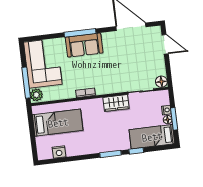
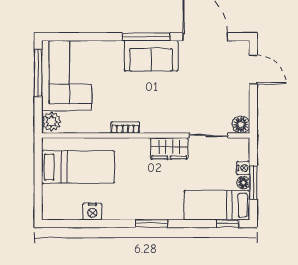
window: (80, 33) -> (146, 37), moved
sofa: (84, 45) -> (151, 56), moved
window: (26, 83) -> (38, 73), moved
window: (136, 151) -> (227, 224), moved
nightstand: (59, 152) -> (92, 211), moved

